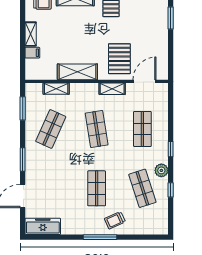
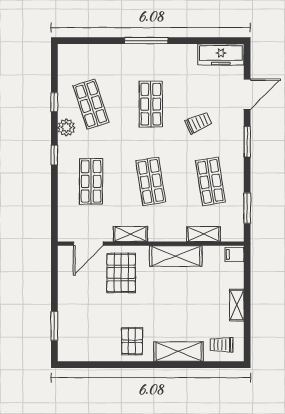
filing cabinet: (32, 53) -> (234, 254), moved
shop shelf: (51, 129) -> (210, 181), turned -33
trolley: (115, 220) -> (198, 123), moved

